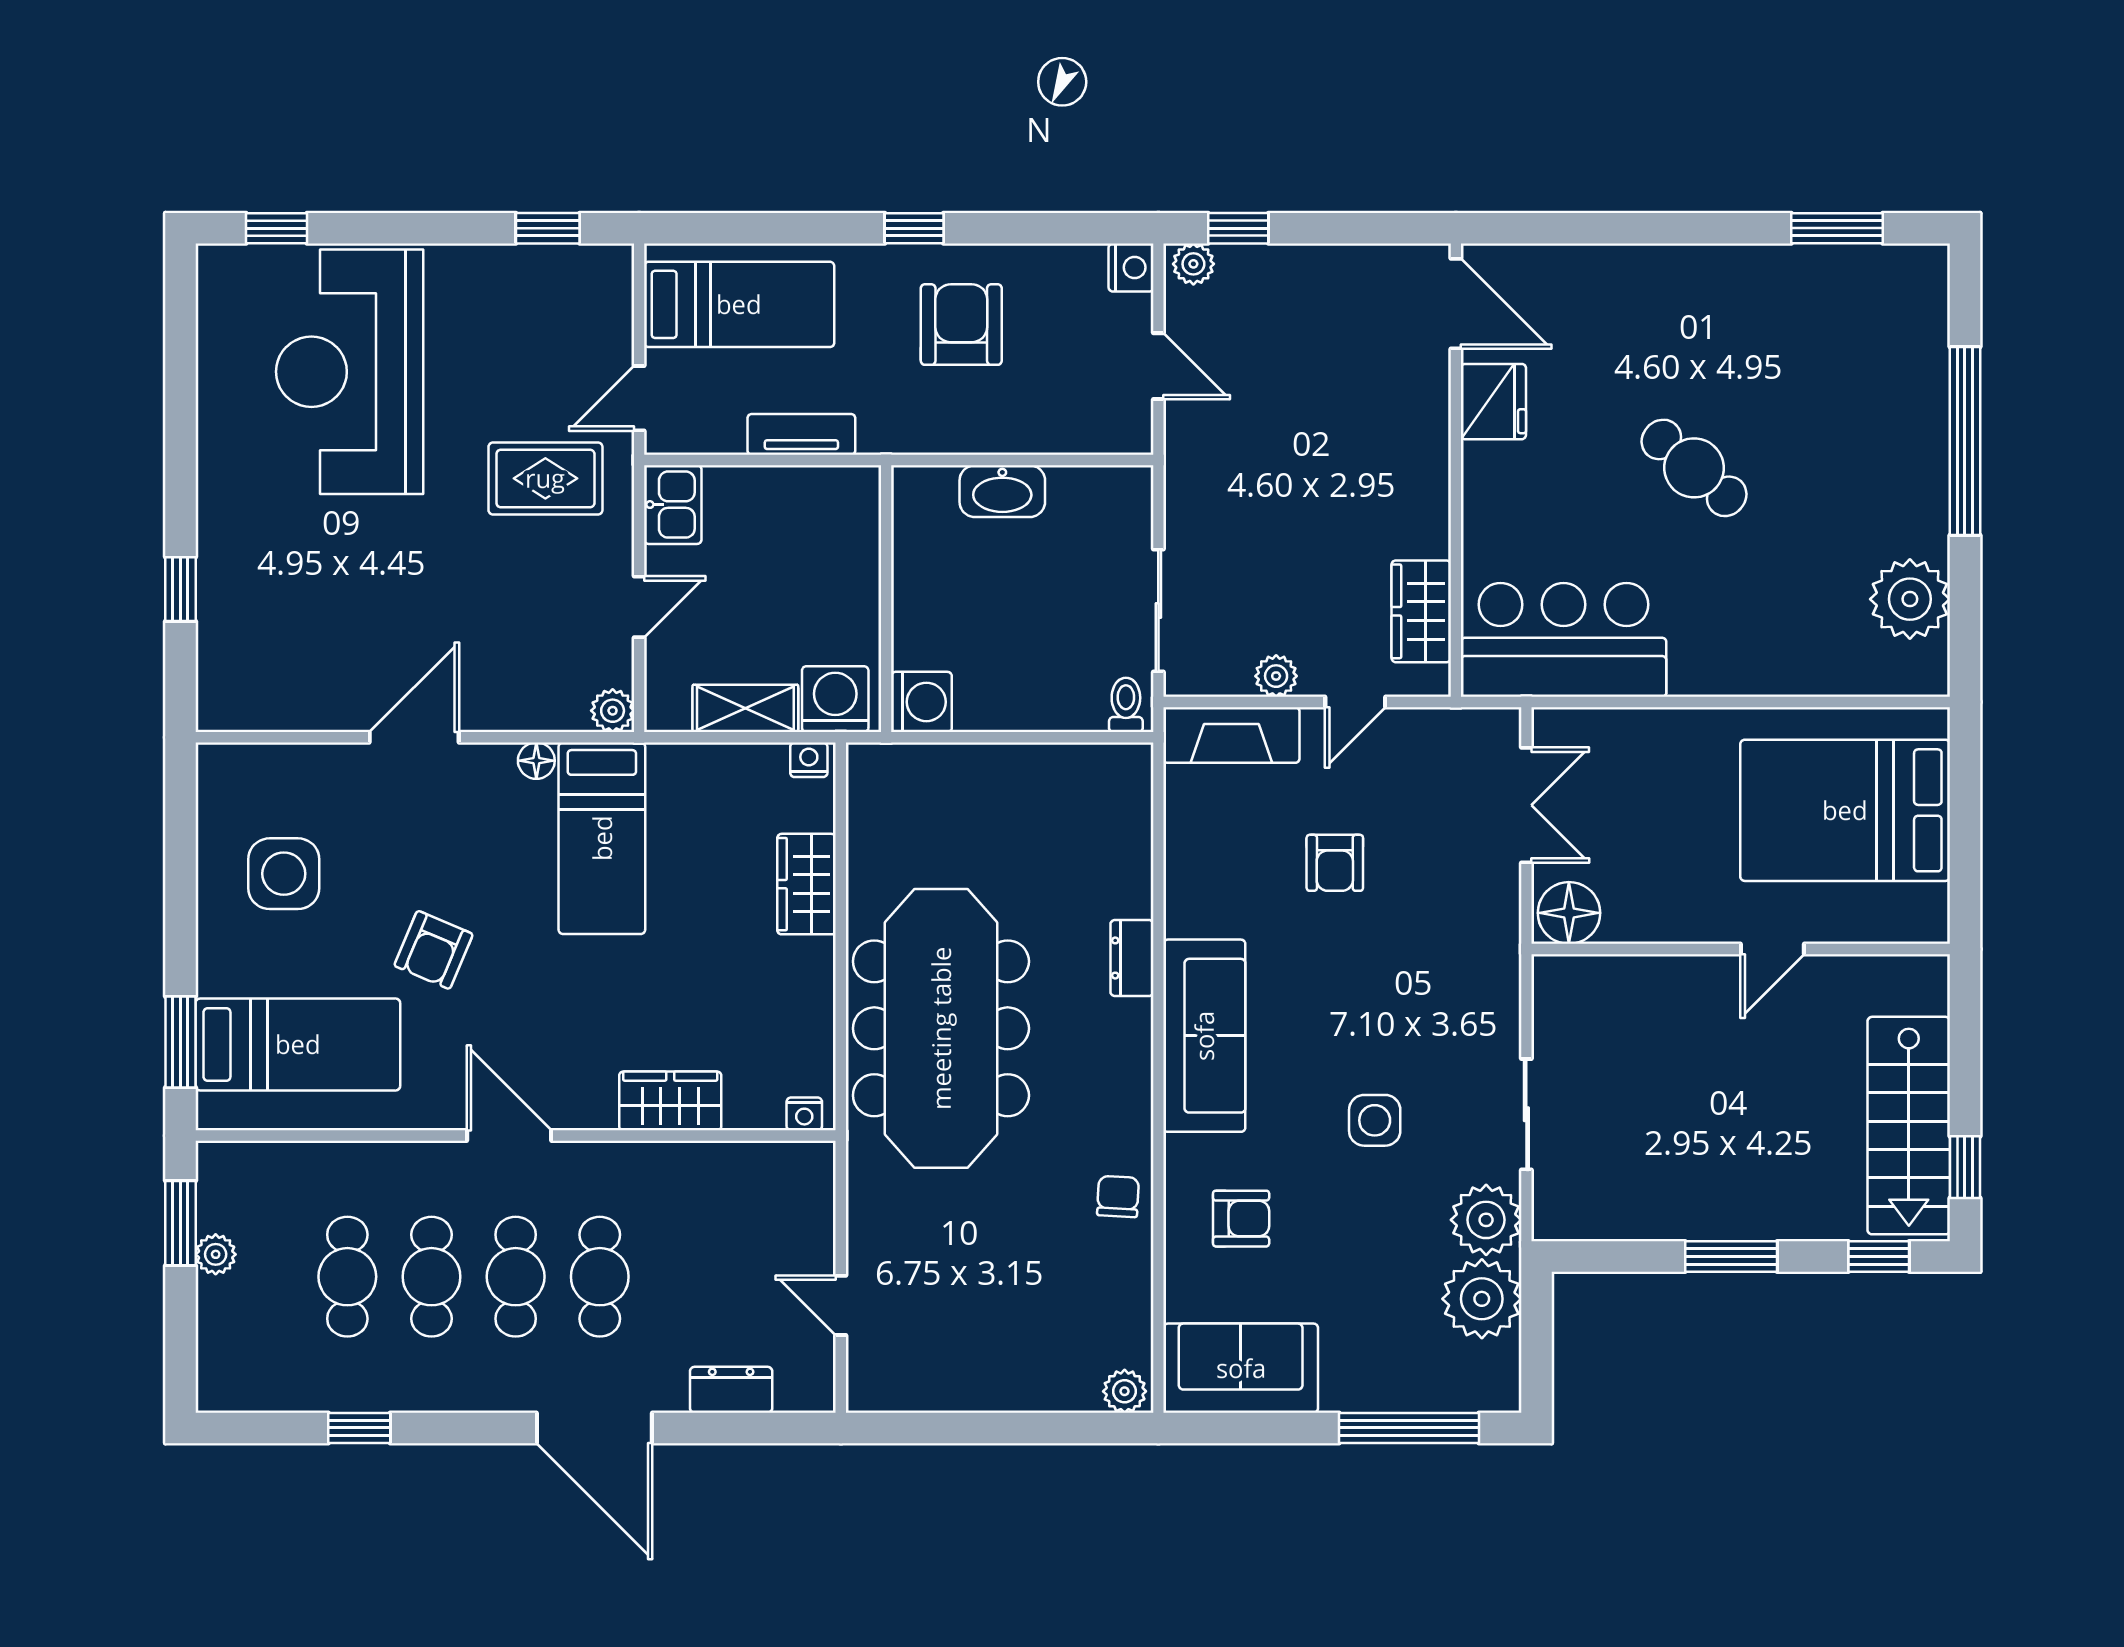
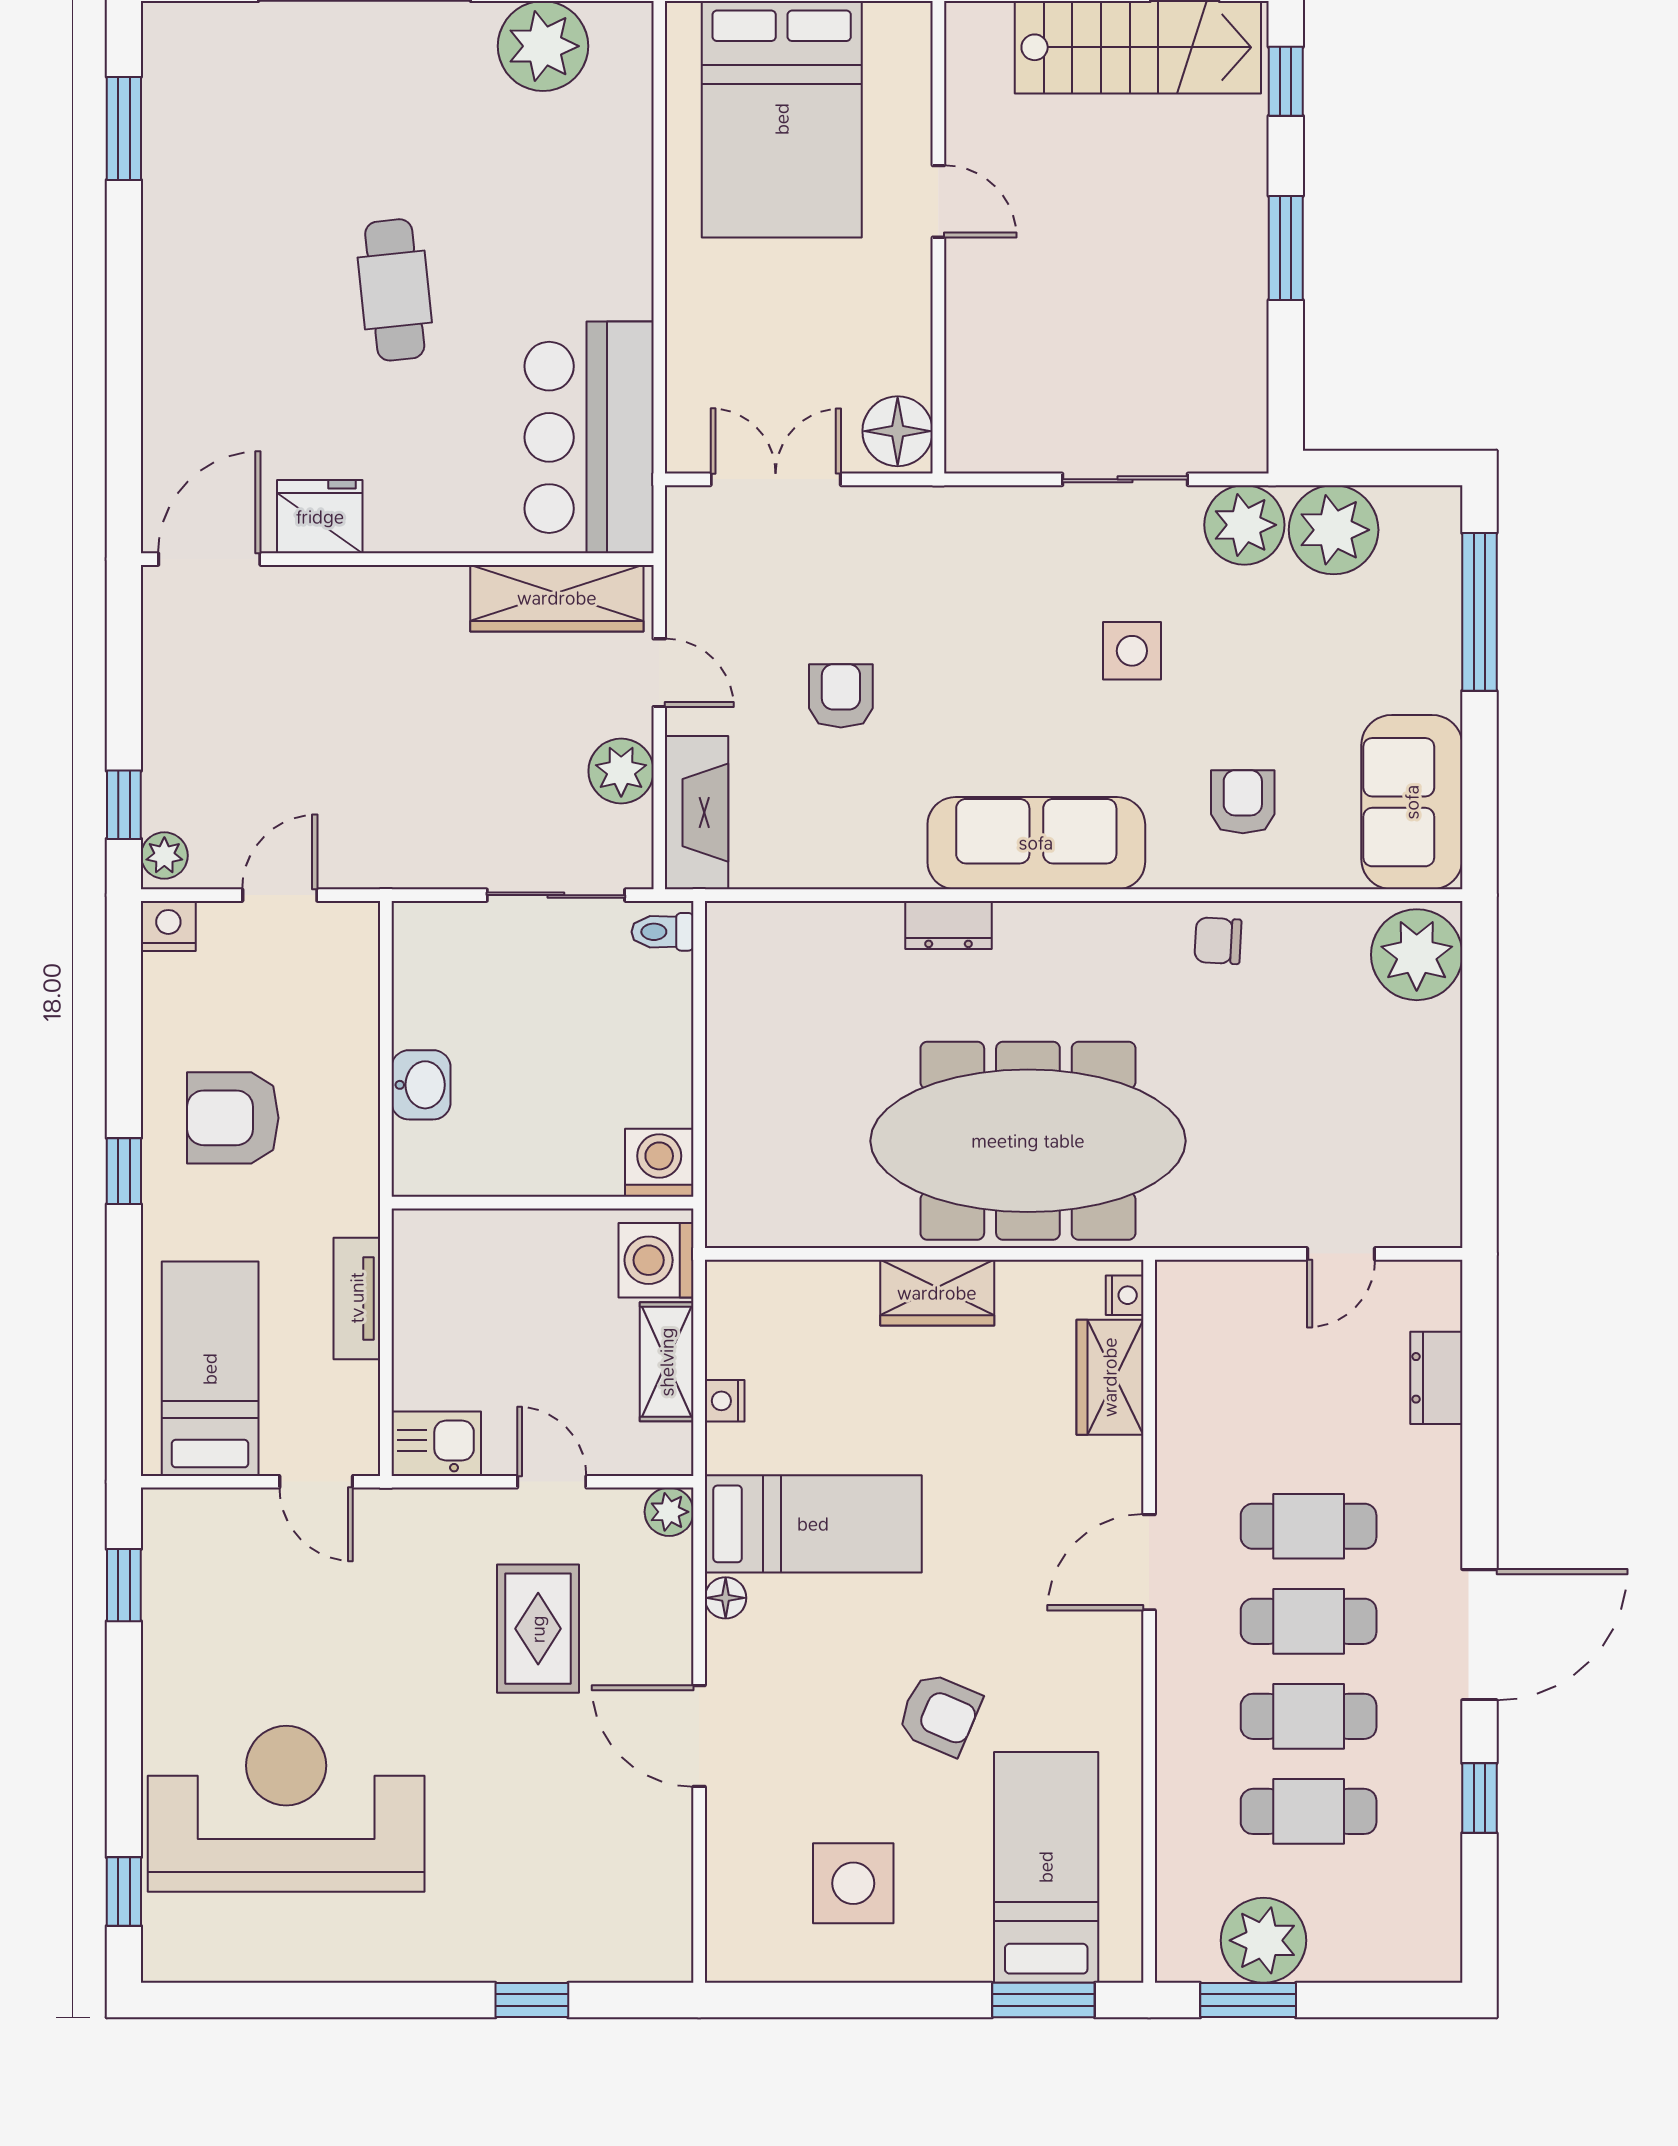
reception desk: (350, 372) -> (286, 1809), turned 180
cafe table: (1694, 468) -> (395, 290), turned -47
rug: (545, 478) -> (538, 1629), moved
washbasin: (1002, 491) -> (421, 1085), width x0.72
wardrobe: (1421, 611) -> (557, 598), width x1.50
plant: (1276, 676) -> (621, 771), width x1.38, depth x1.38
nightstand: (809, 760) -> (725, 1401), moved
armchair: (1335, 863) -> (841, 696), turned -90
wardrobe: (807, 884) -> (937, 1293), moved
wardrobe: (670, 1101) -> (1110, 1377), moved
door: (509, 1136) -> (1149, 1562), moved
plant: (216, 1254) -> (1263, 1940), width x1.88, depth x1.88
plant: (1125, 1391) -> (1417, 955), width x1.87, depth x1.87
door: (594, 1428) -> (1479, 1635), moved

